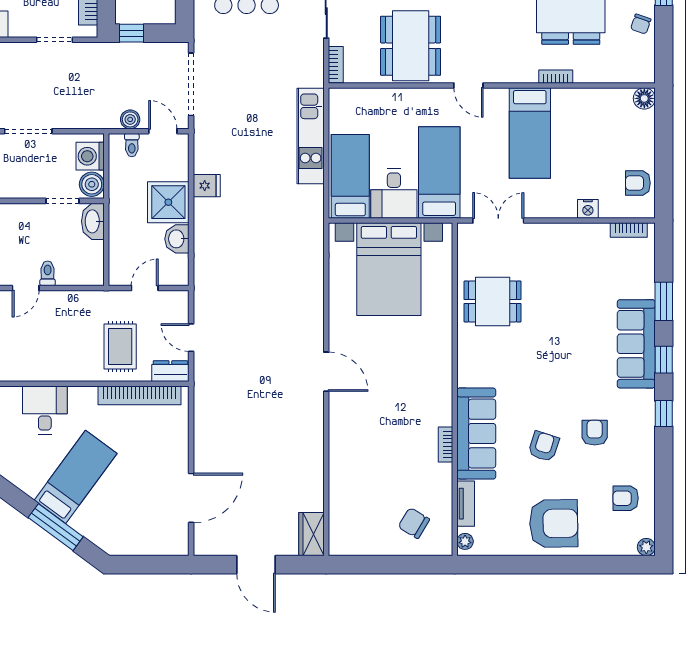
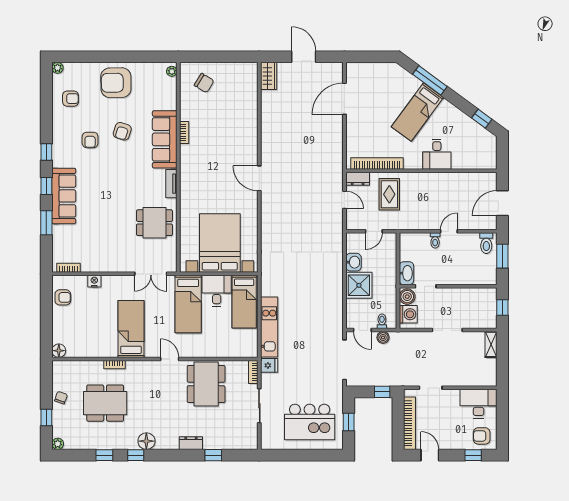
fridge: (207, 186) -> (269, 365), moved, turned 180
tv unit: (466, 504) -> (171, 184), moved

